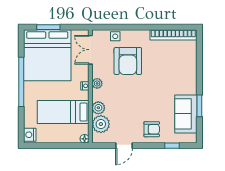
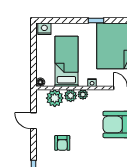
window: (21, 82) -> (96, 20), width x0.32
plant: (97, 83) -> (83, 94), moved
armchair: (152, 129) -> (62, 143), moved

